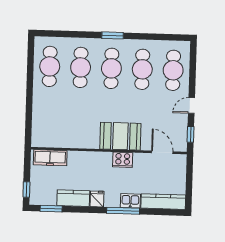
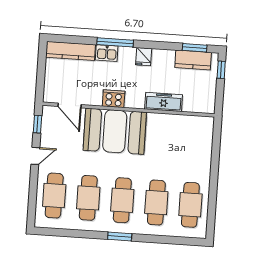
booth: (120, 136) -> (115, 131), width x1.36, depth x1.42
freezer: (50, 158) -> (164, 102), moved
kitchen counter: (73, 198) -> (193, 60), moved

